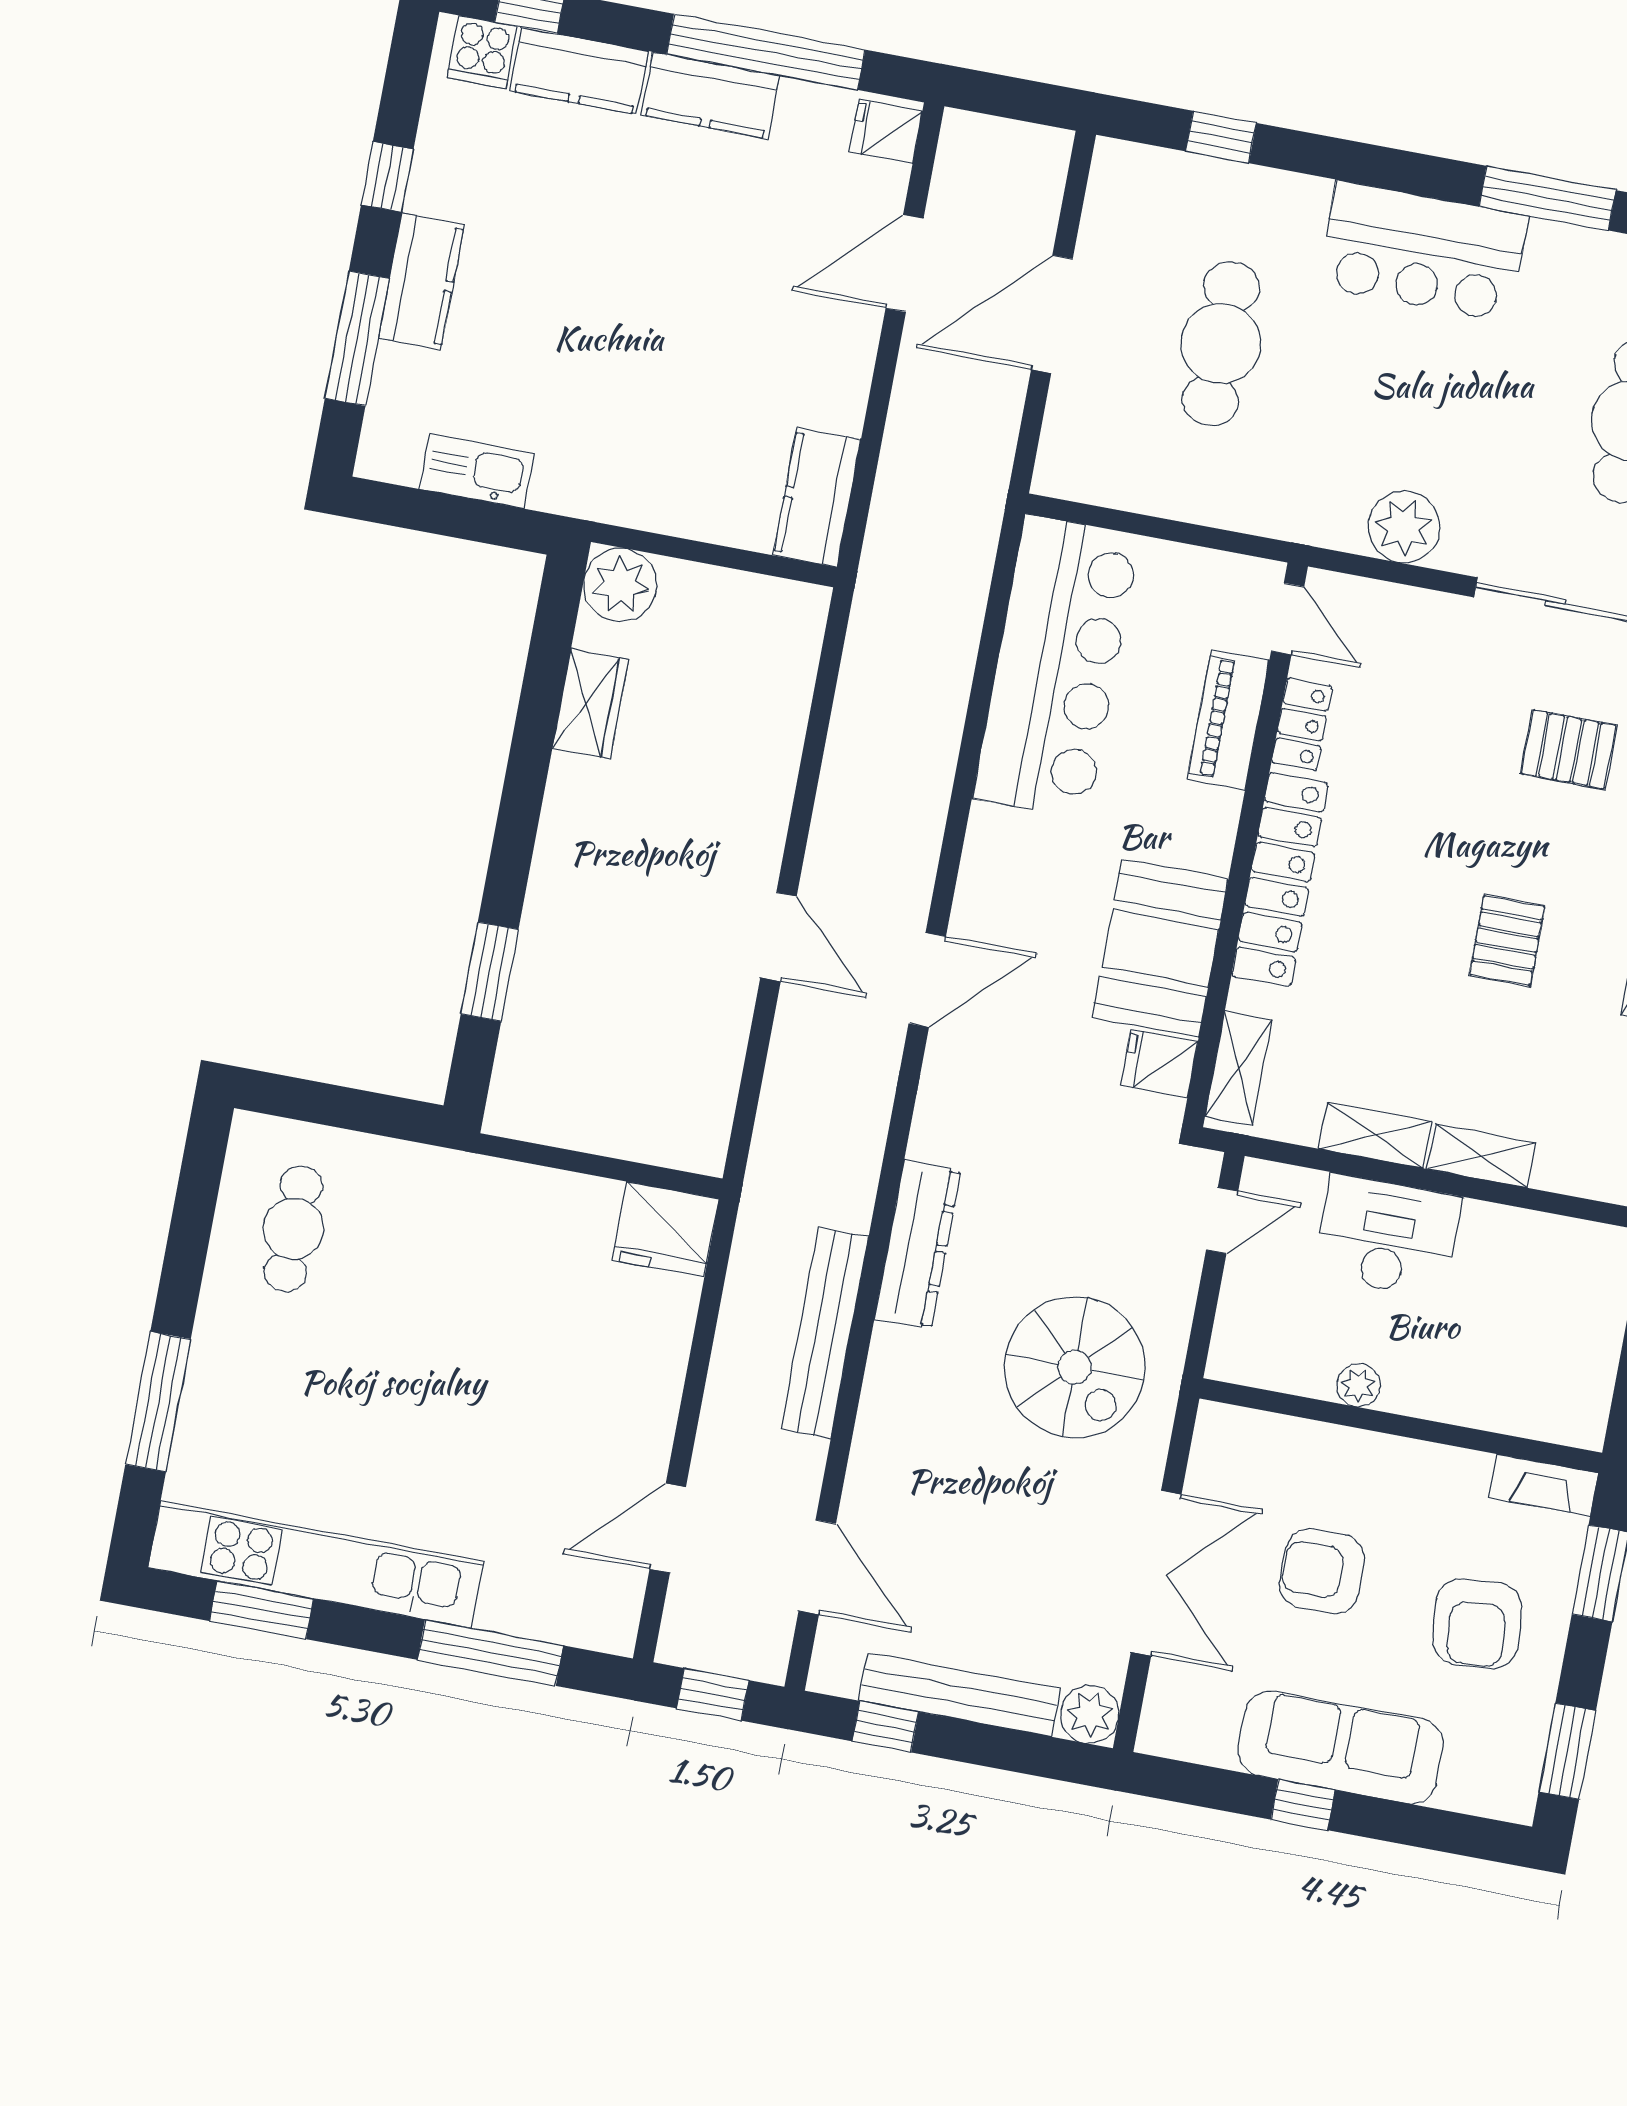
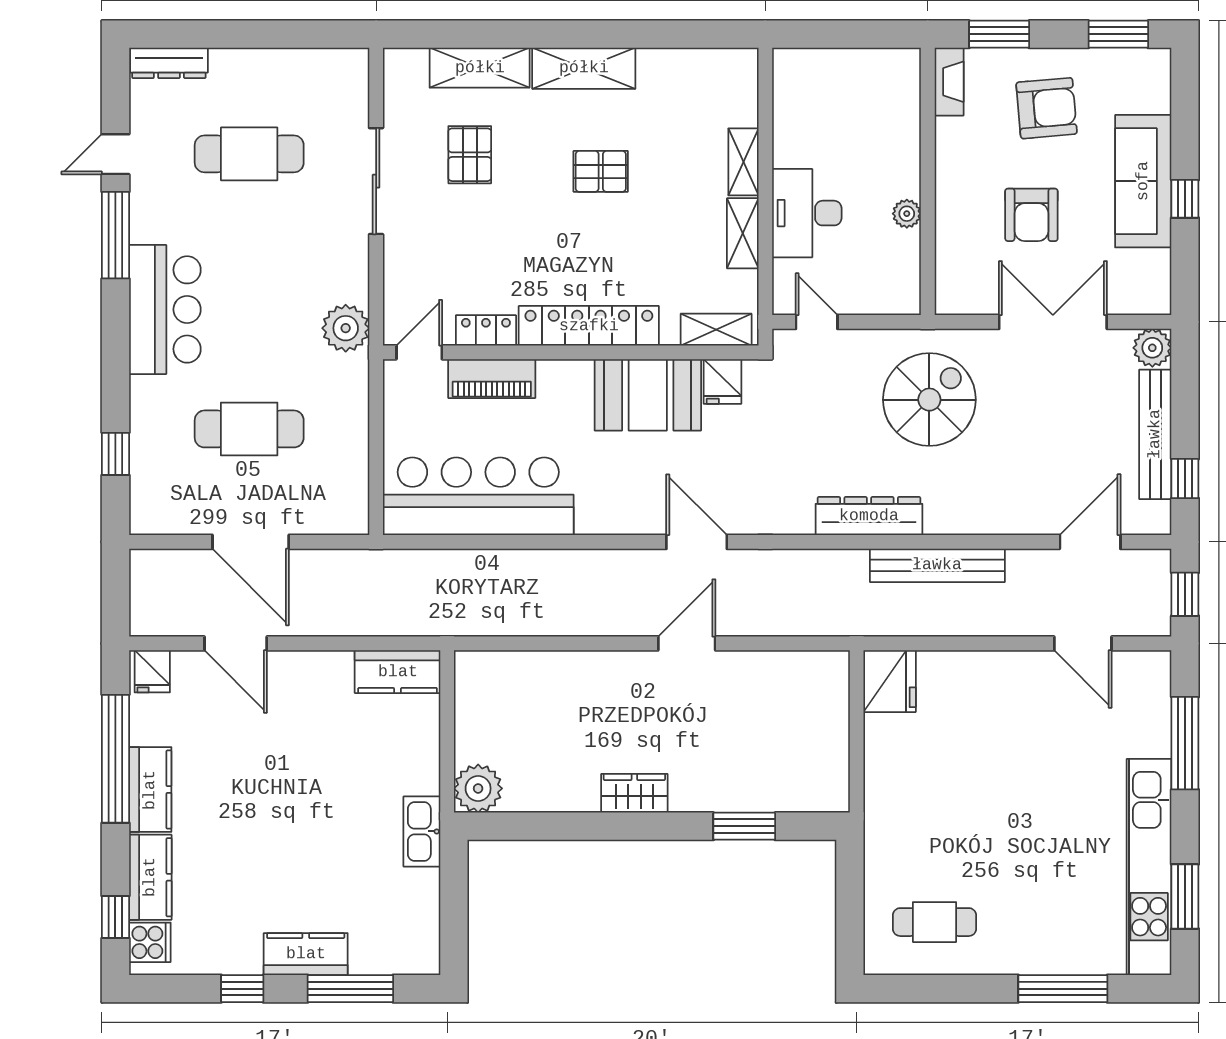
kitchen sink: (477, 471) -> (422, 831), moved
plant: (1404, 527) -> (346, 328), moved
wardrobe: (590, 704) -> (634, 793), moved

